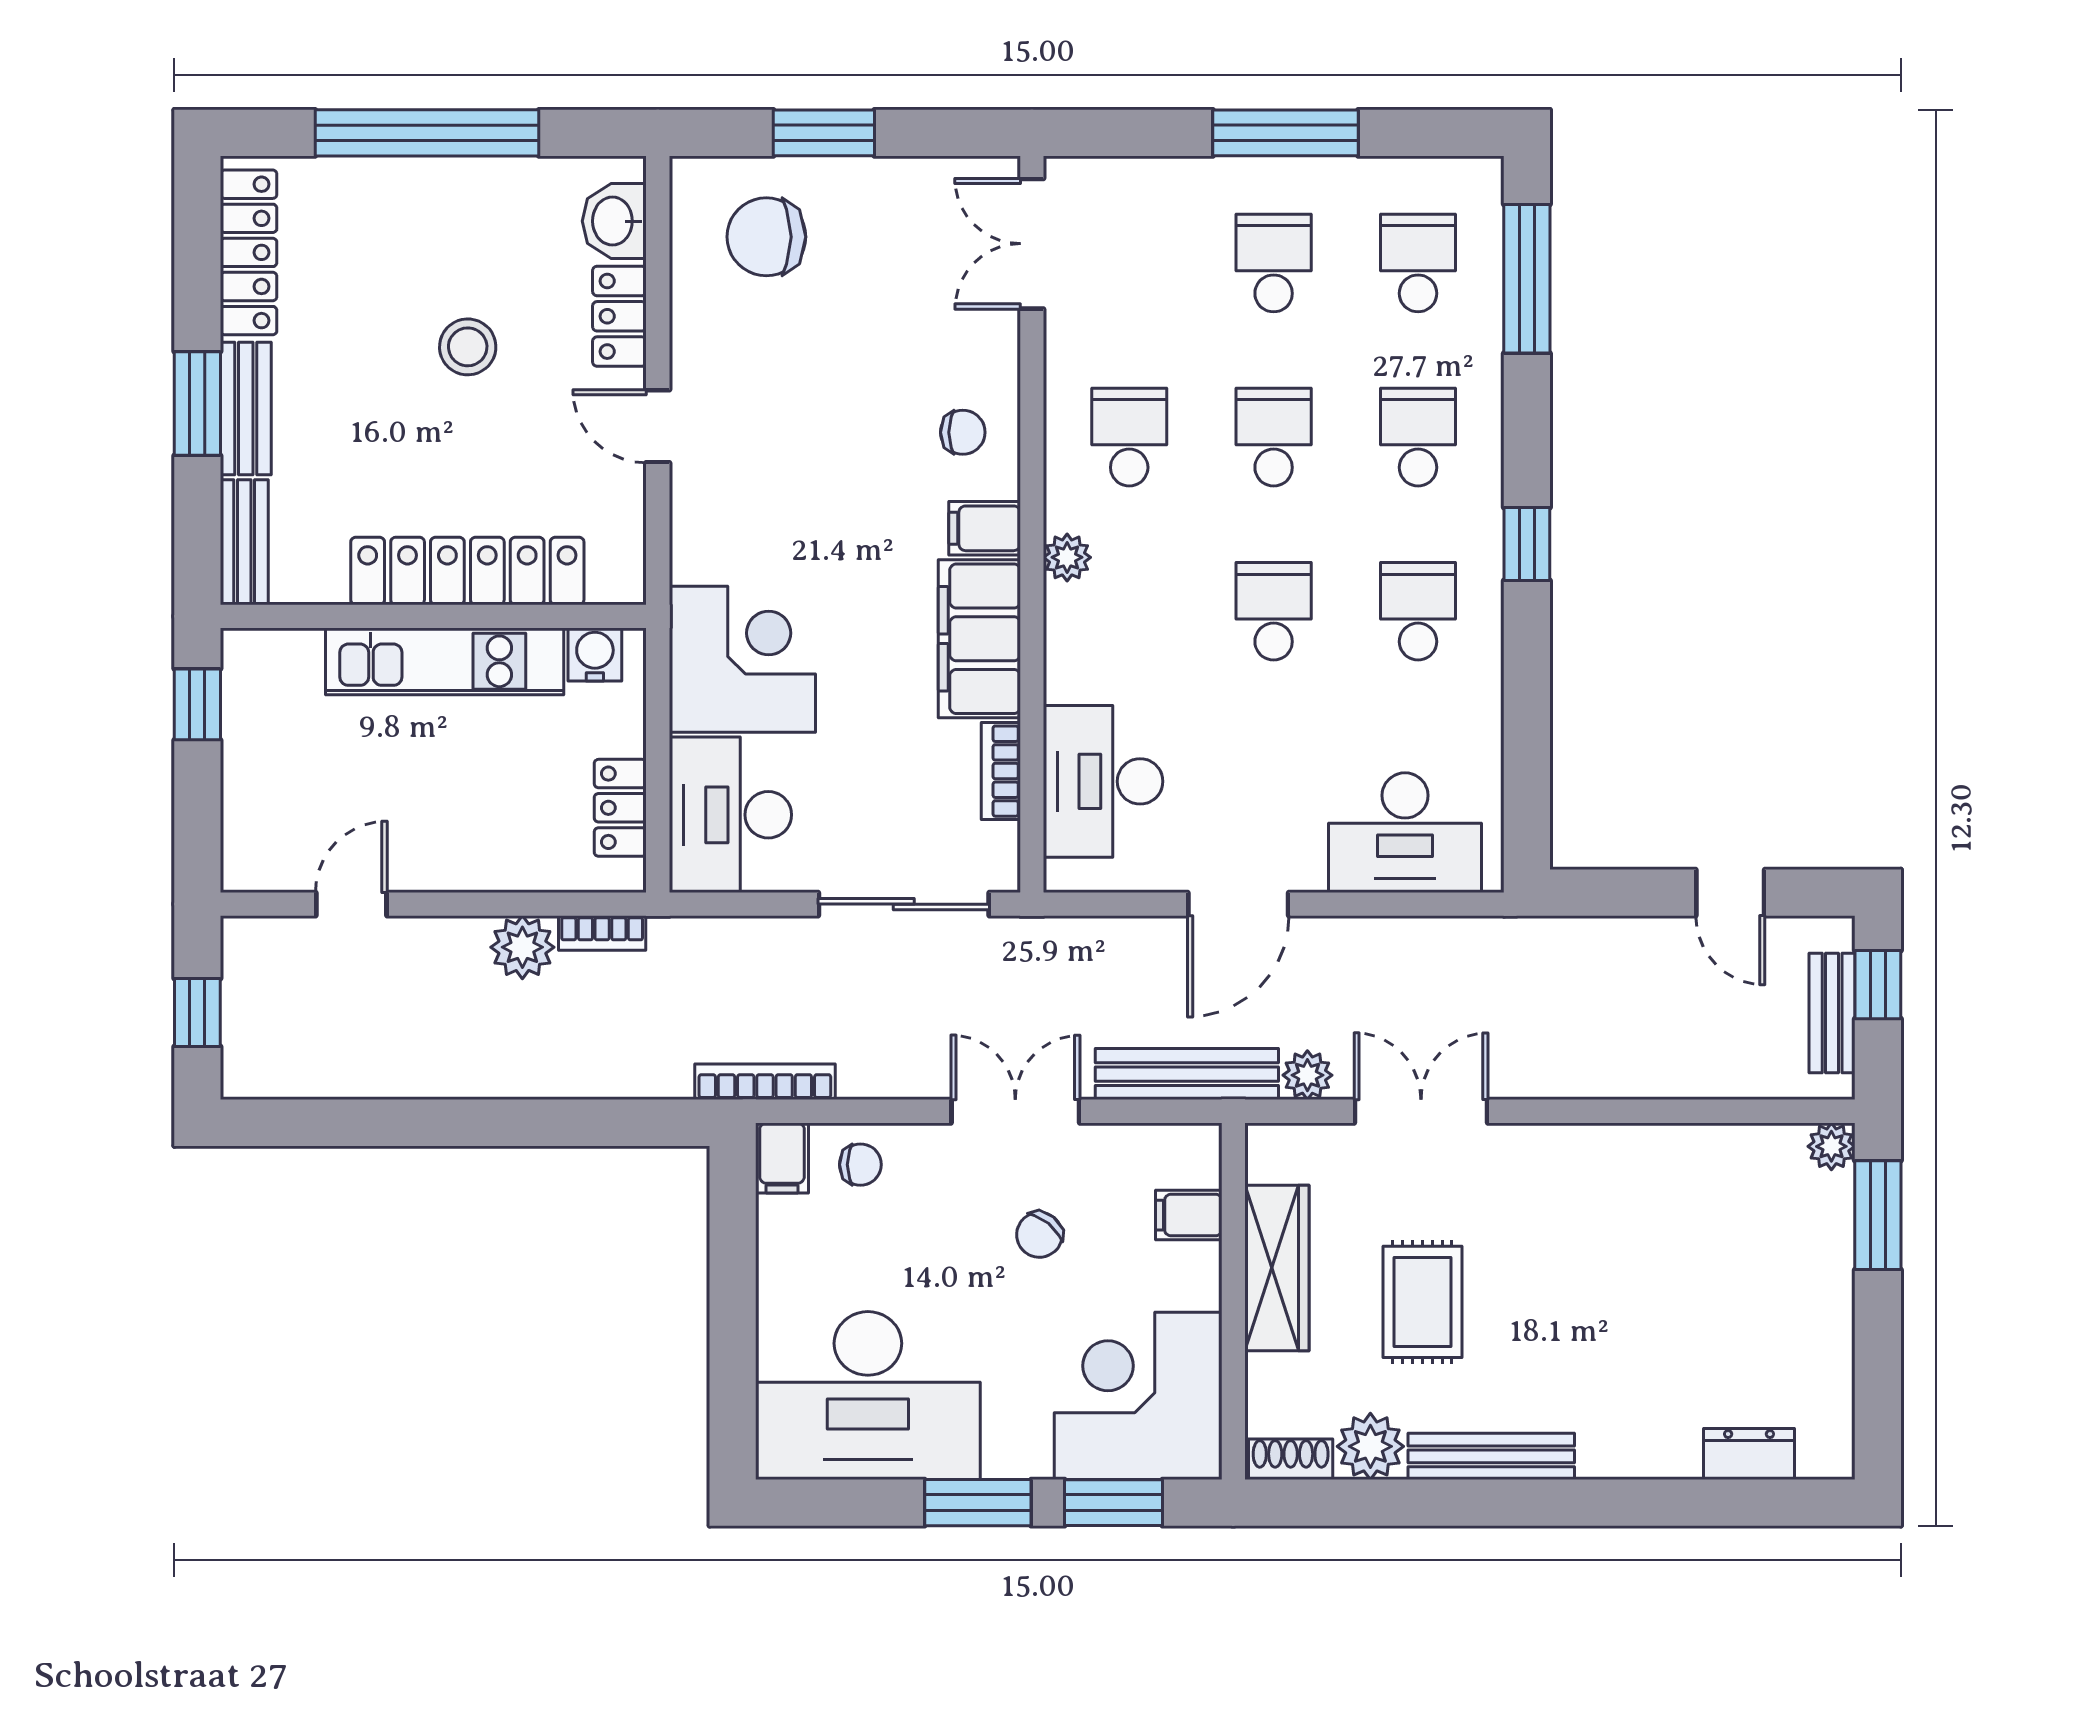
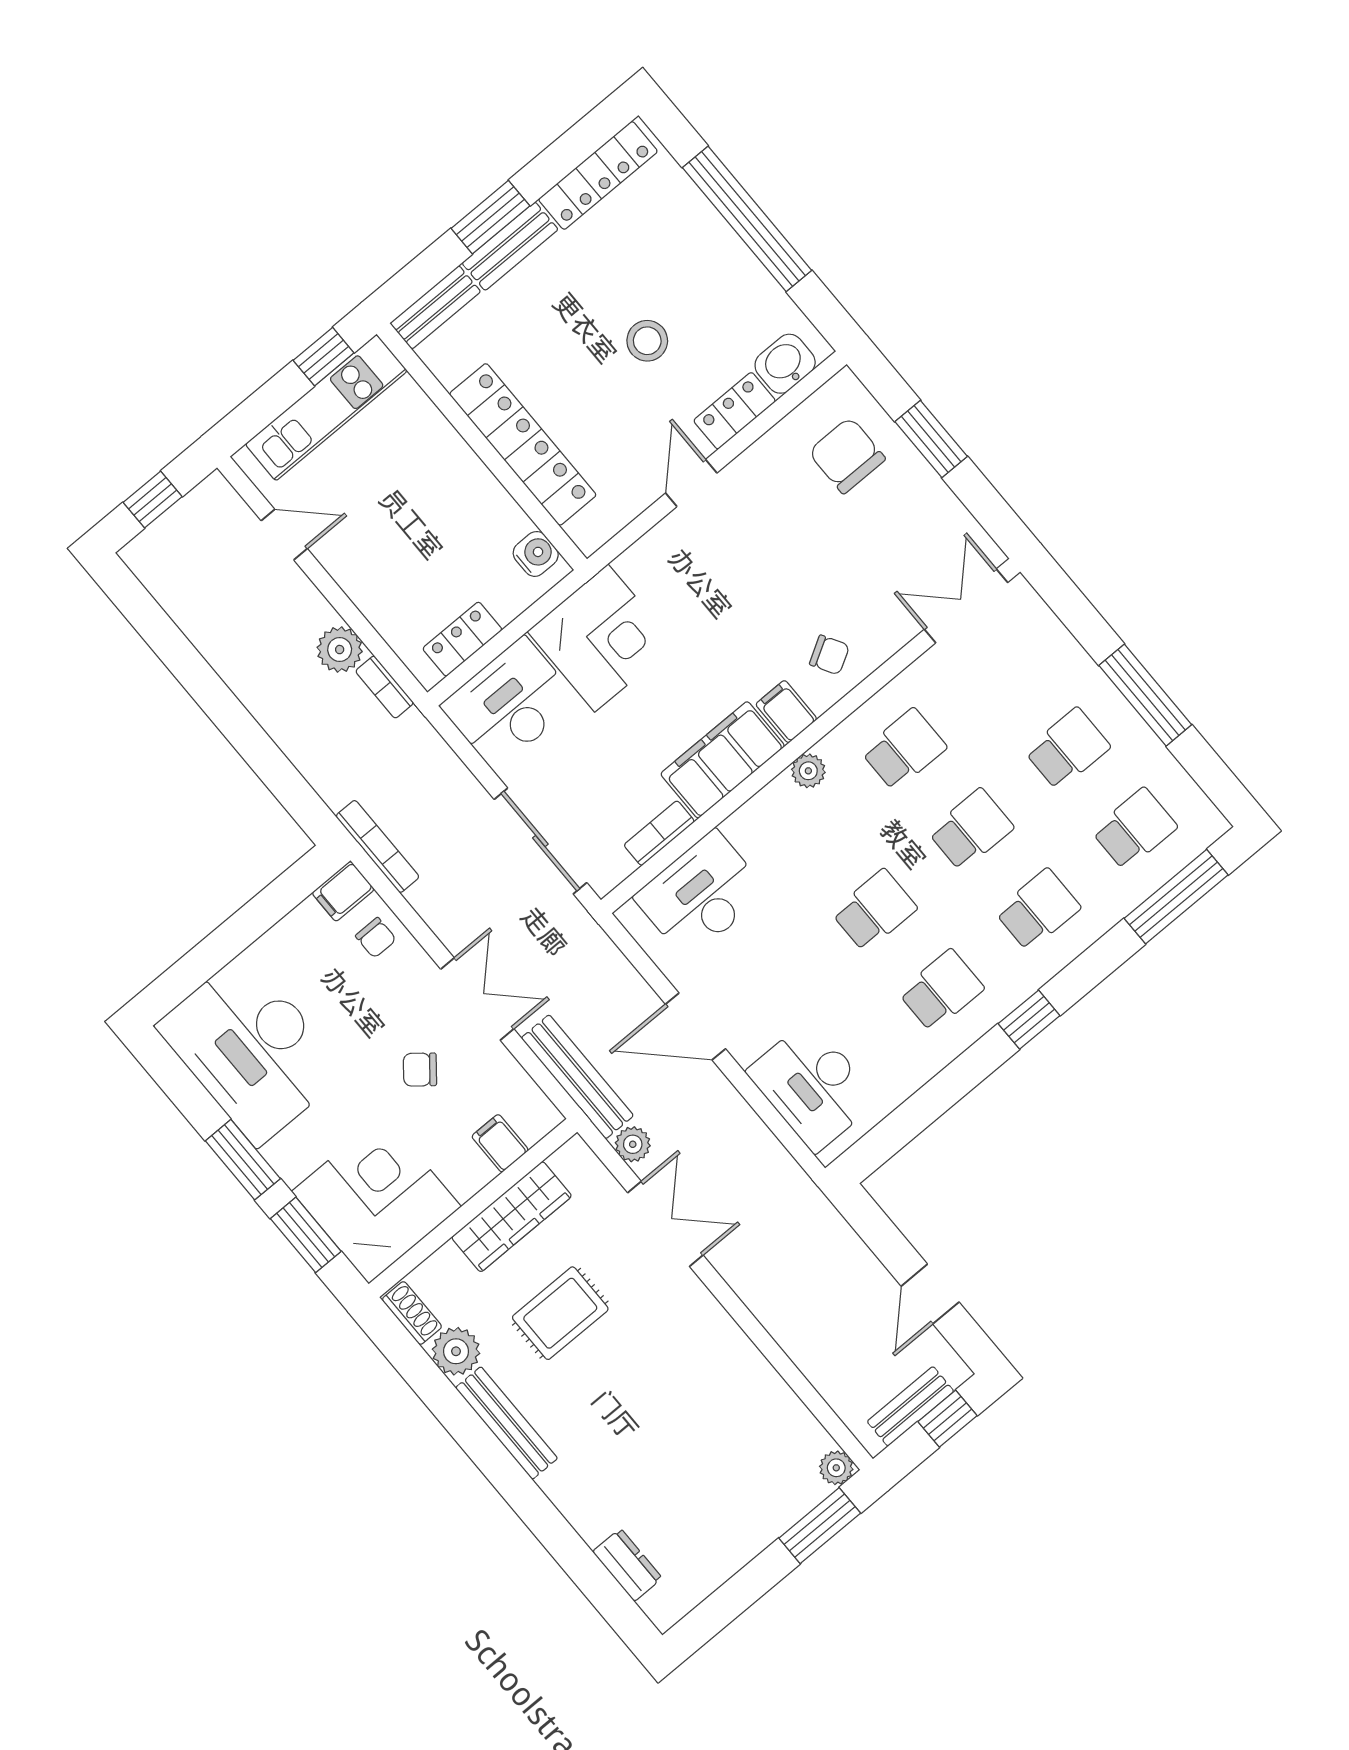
chair: (963, 432) -> (829, 655), turned -30
kitchen unit: (445, 661) -> (326, 408), moved, turned -90

